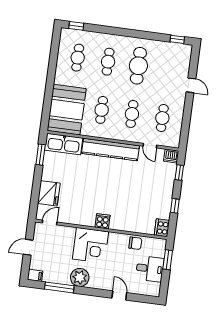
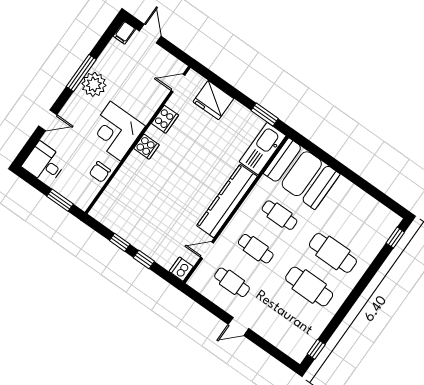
cafe table: (78, 58) -> (357, 219), removed
cafe table: (108, 62) -> (333, 253), width x1.37, depth x1.35
door: (191, 85) -> (238, 326), moved
window: (179, 172) -> (144, 259), moved
door: (50, 222) -> (178, 83), swing flipped
cooker: (162, 228) -> (165, 119), moved, turned 90
corner desk: (90, 245) -> (116, 131), moved
door: (28, 247) -> (150, 34), moved
desk: (150, 269) -> (44, 163), moved, turned 90
window: (59, 287) -> (81, 73), moved

